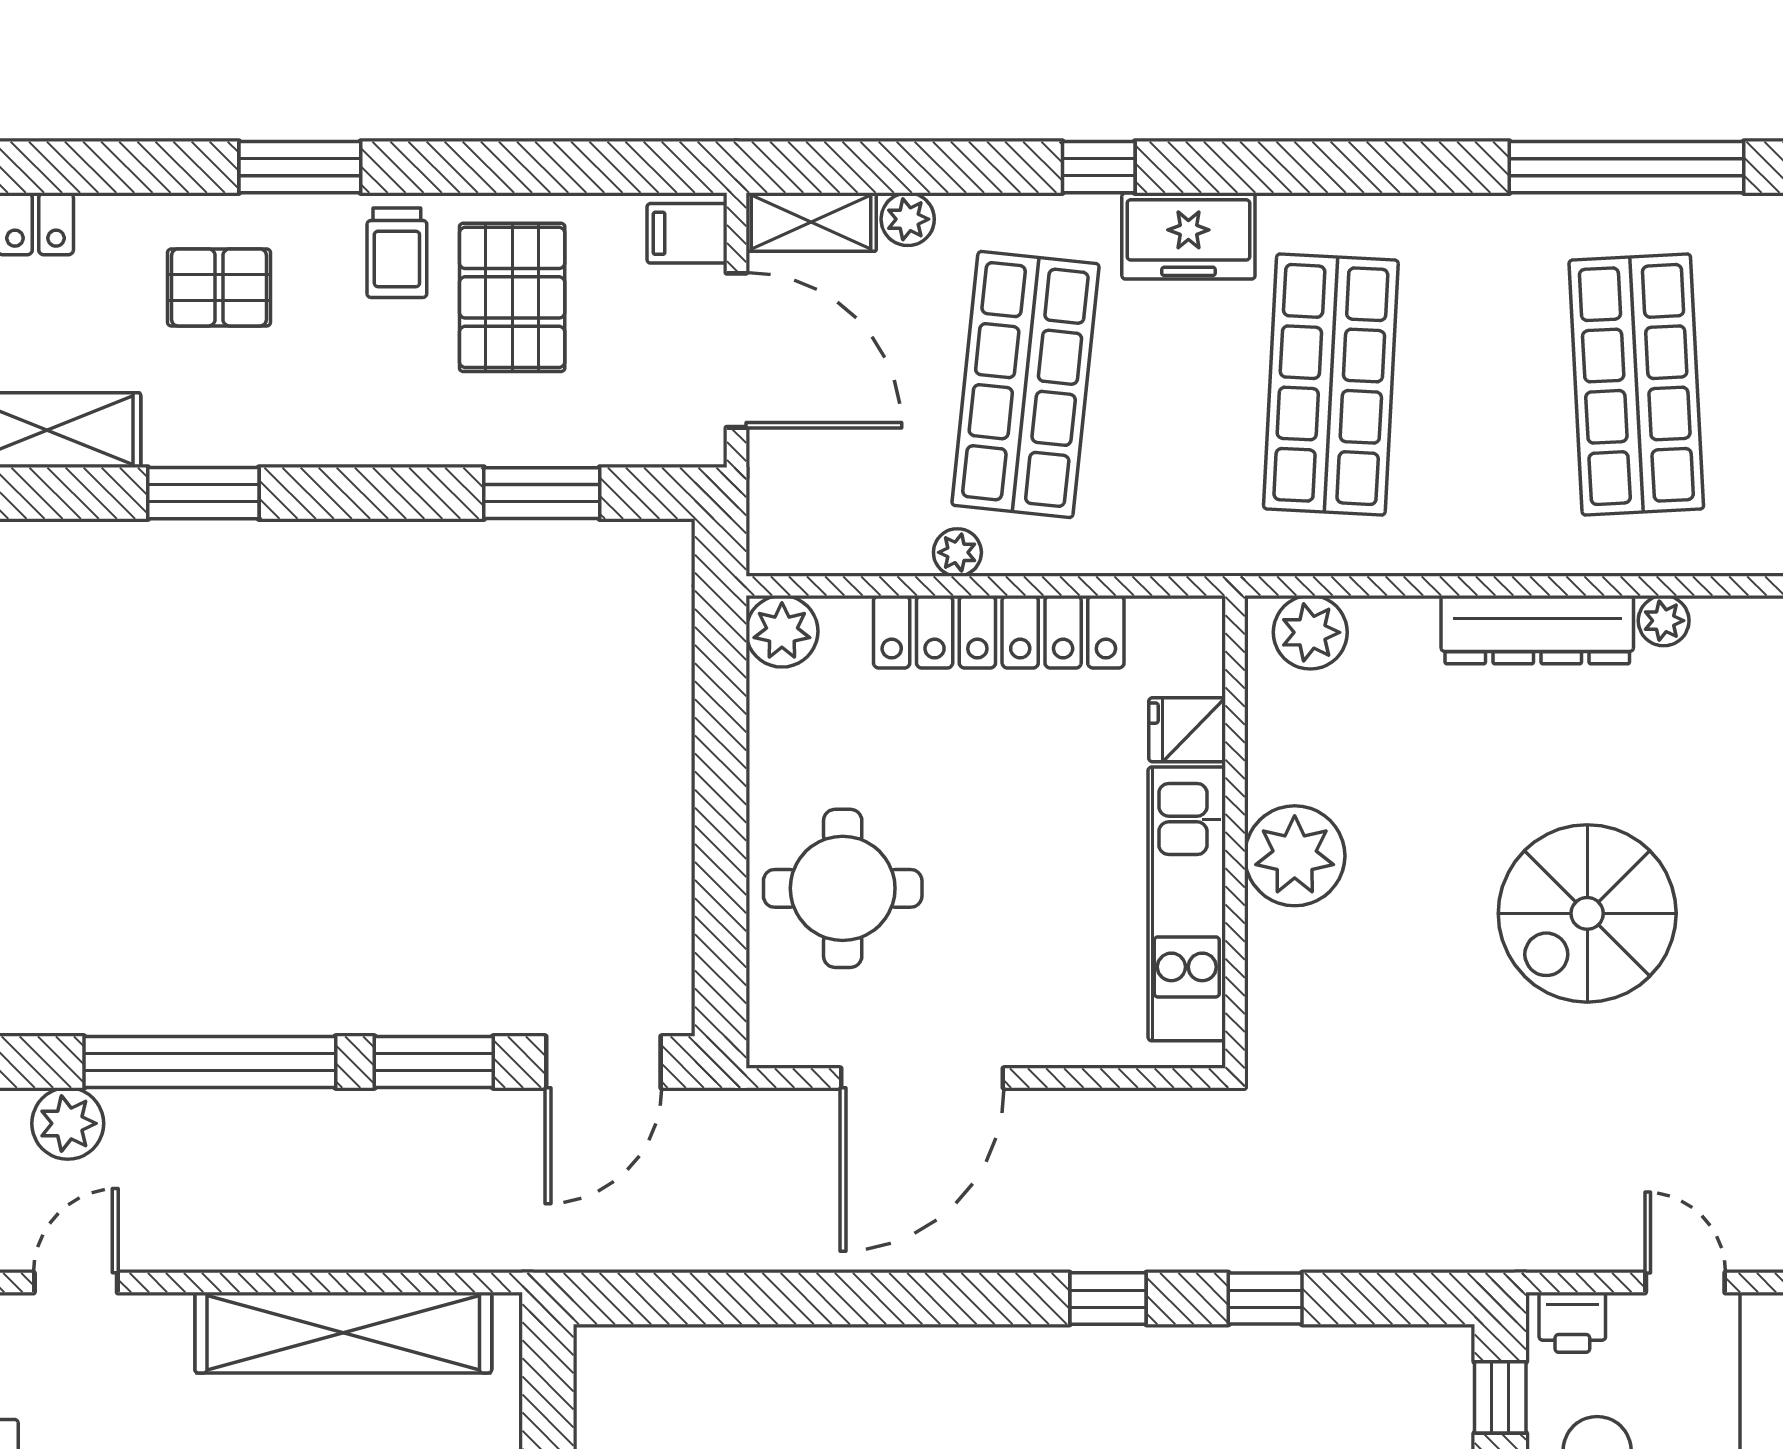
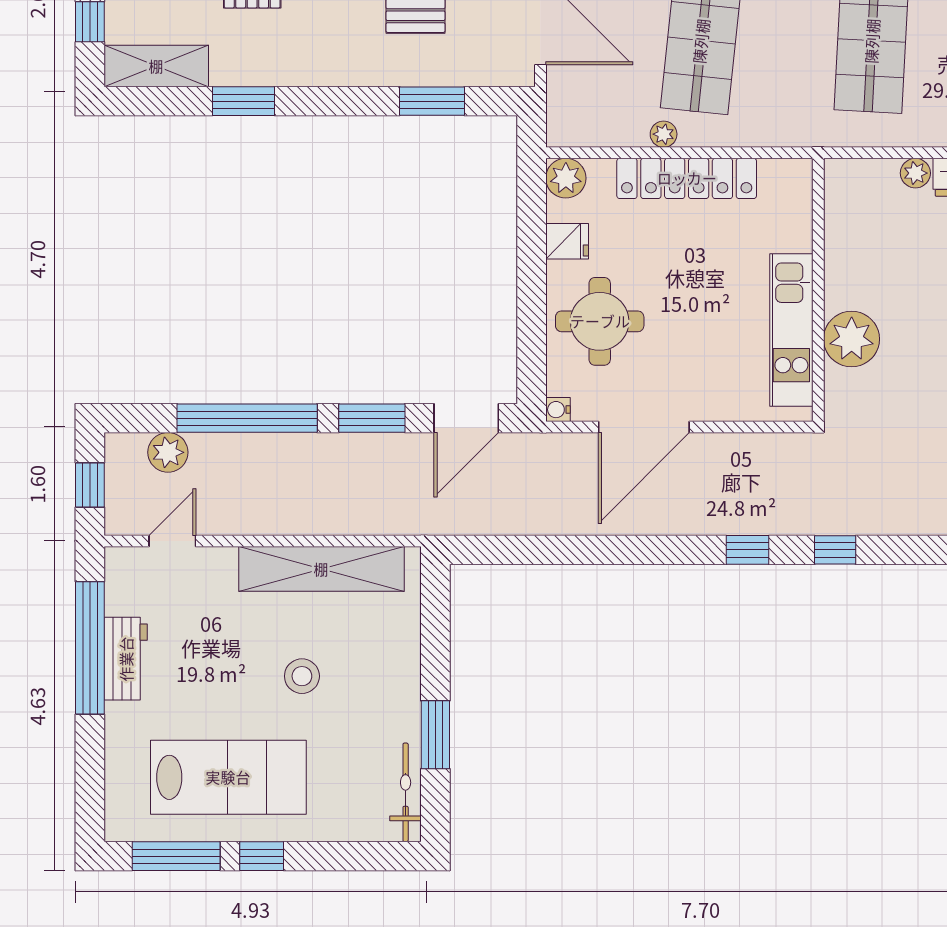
plant: (1310, 632) -> (915, 173), moved, width x0.73, depth x0.73
fridge: (1187, 730) -> (567, 241), moved, turned 180
plant: (1295, 856) -> (852, 339), moved
water cooler: (768, 1047) -> (558, 410), added

